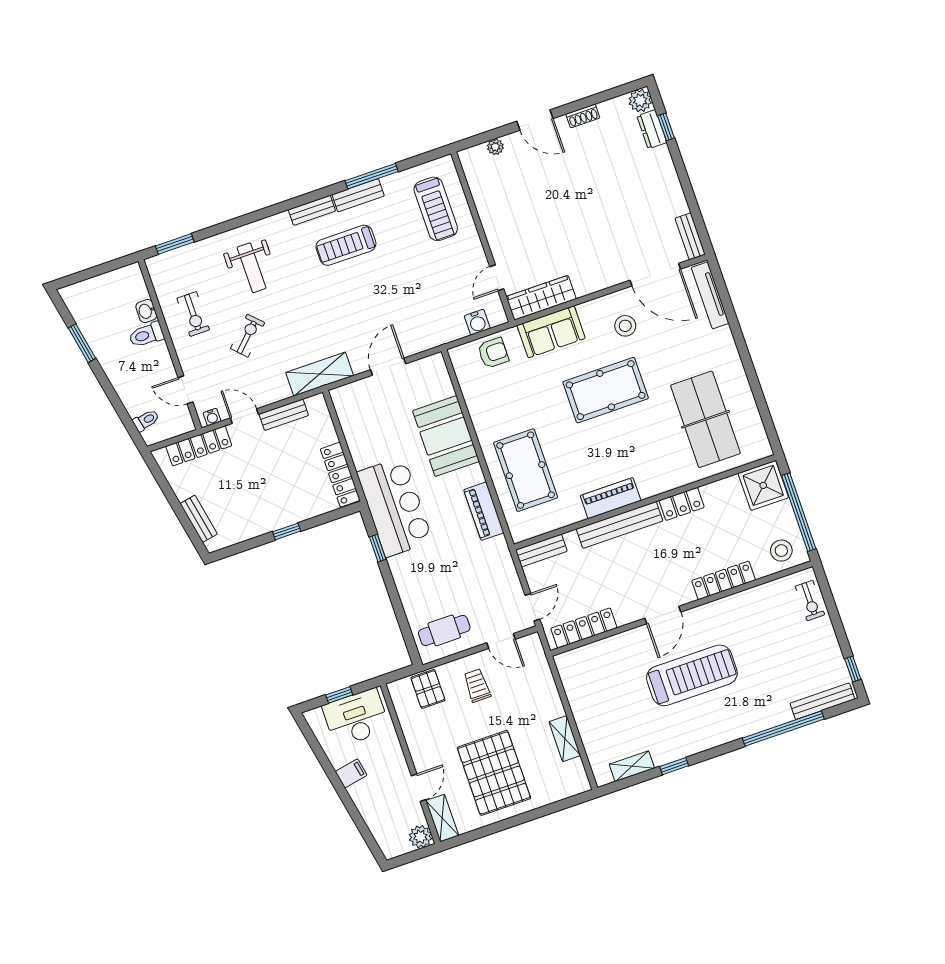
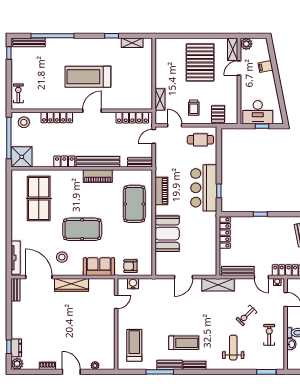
wardrobe: (541, 298) -> (71, 285), moved
bench: (284, 415) -> (238, 271), width x1.36
bar counter: (395, 507) -> (204, 188), moved
shelving: (565, 739) -> (160, 99), moved
filing cabinet: (351, 773) -> (265, 67), moved

